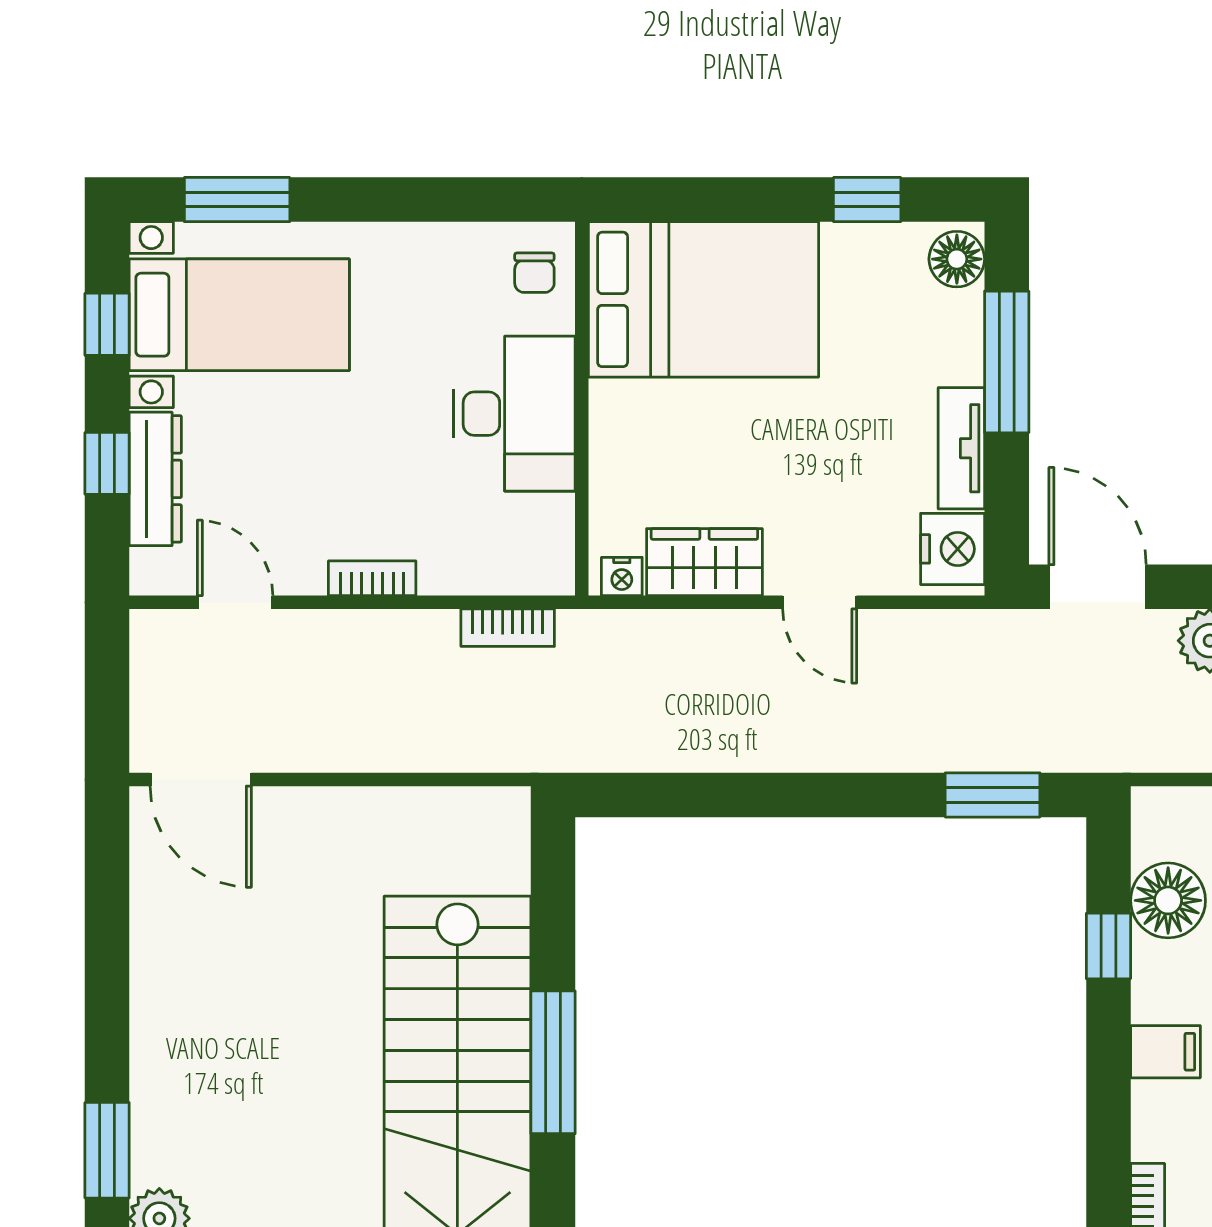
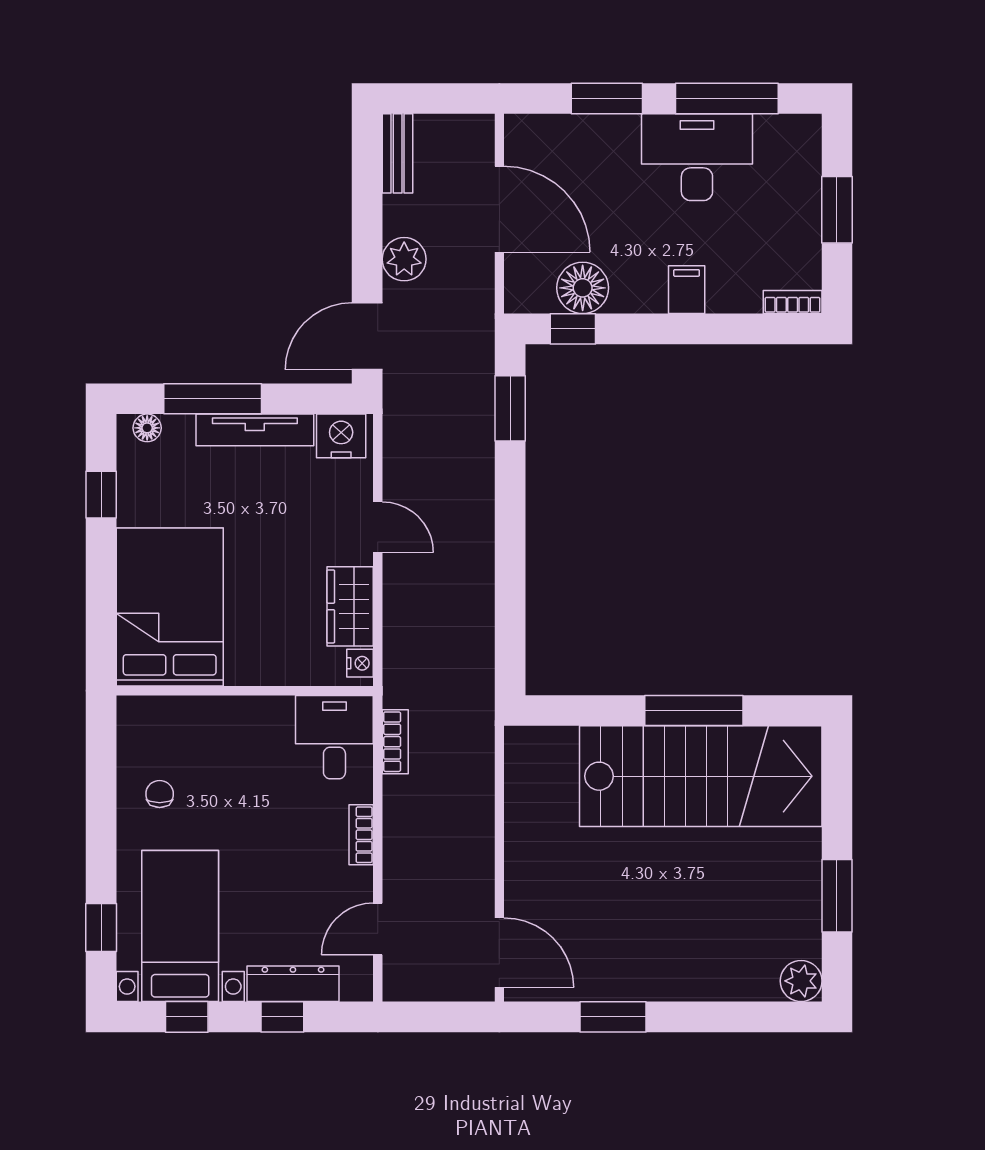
window: (237, 200) -> (101, 928), width x0.67
floor lamp: (957, 259) -> (147, 428), width x0.73, depth x0.73
chair: (534, 273) -> (160, 794), moved, turned -90
desk: (514, 414) -> (334, 737), moved, width x0.73
tv unit: (961, 448) -> (255, 430), width x1.41
door: (820, 602) -> (378, 527), hinge flipped
door: (201, 779) -> (499, 953), hinge flipped
window: (1108, 946) -> (573, 329), moved
window: (107, 1150) -> (613, 1017), moved

